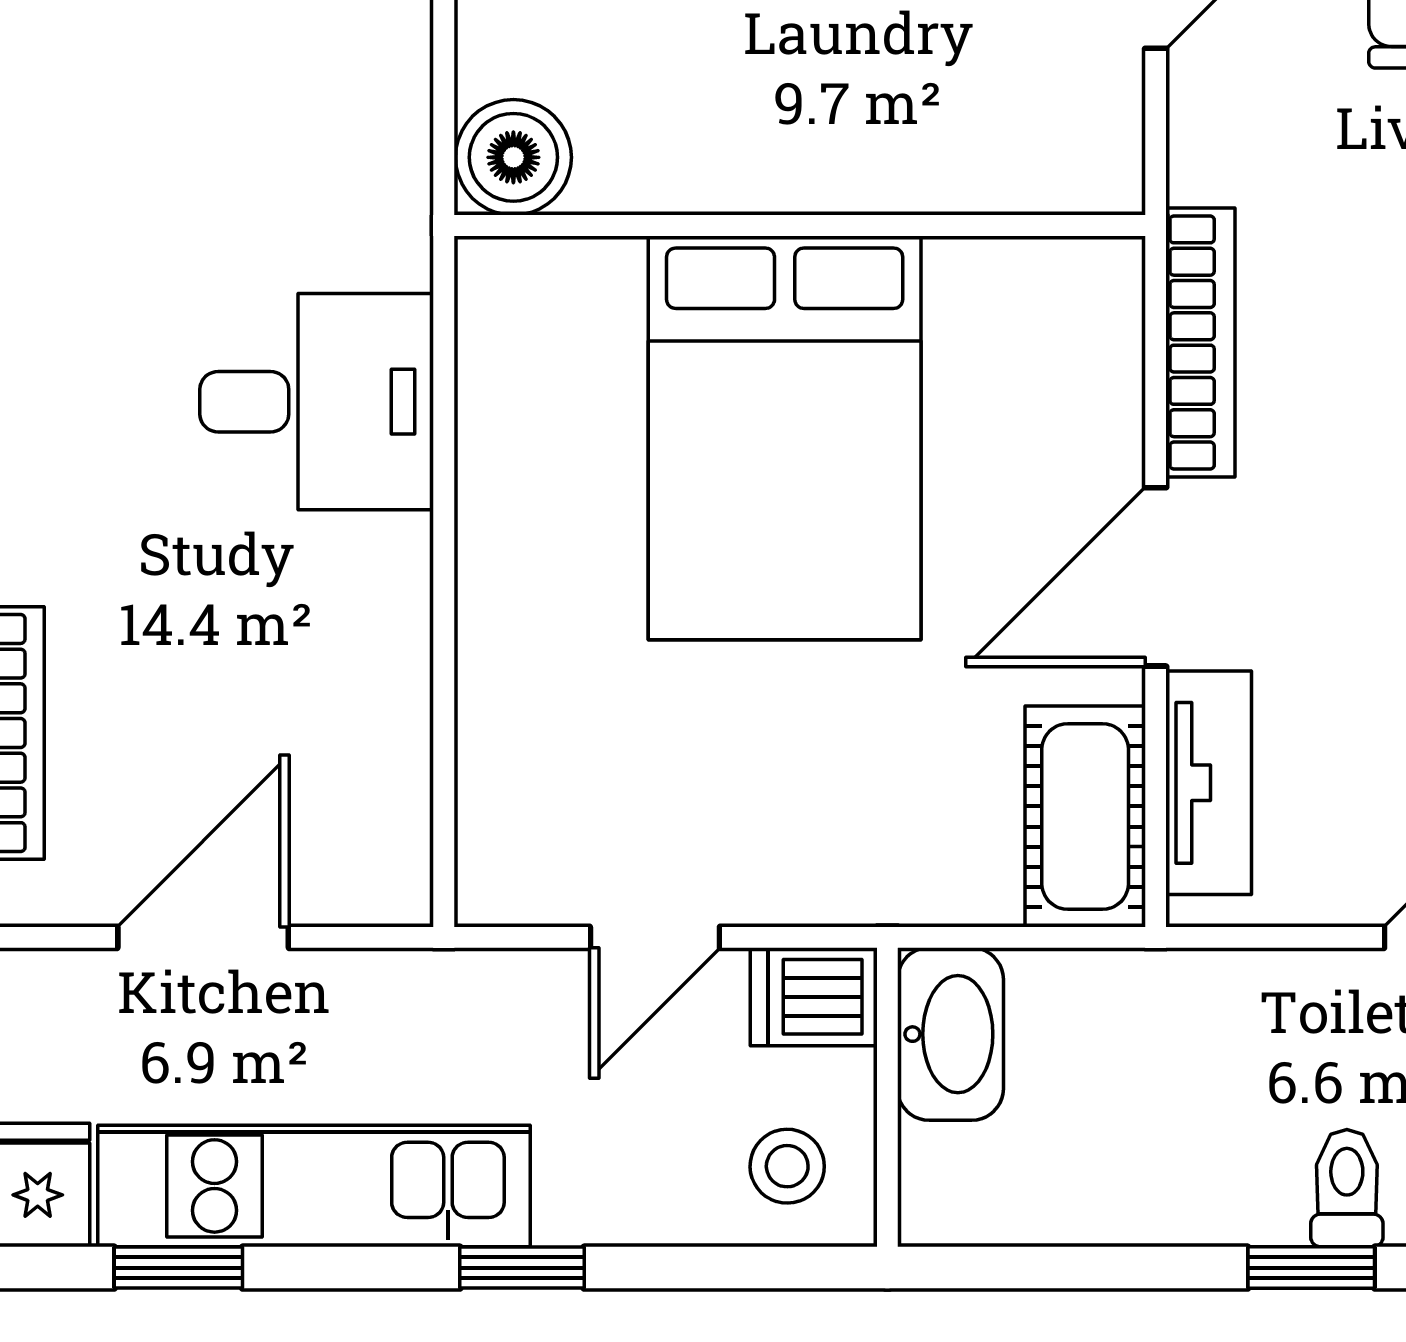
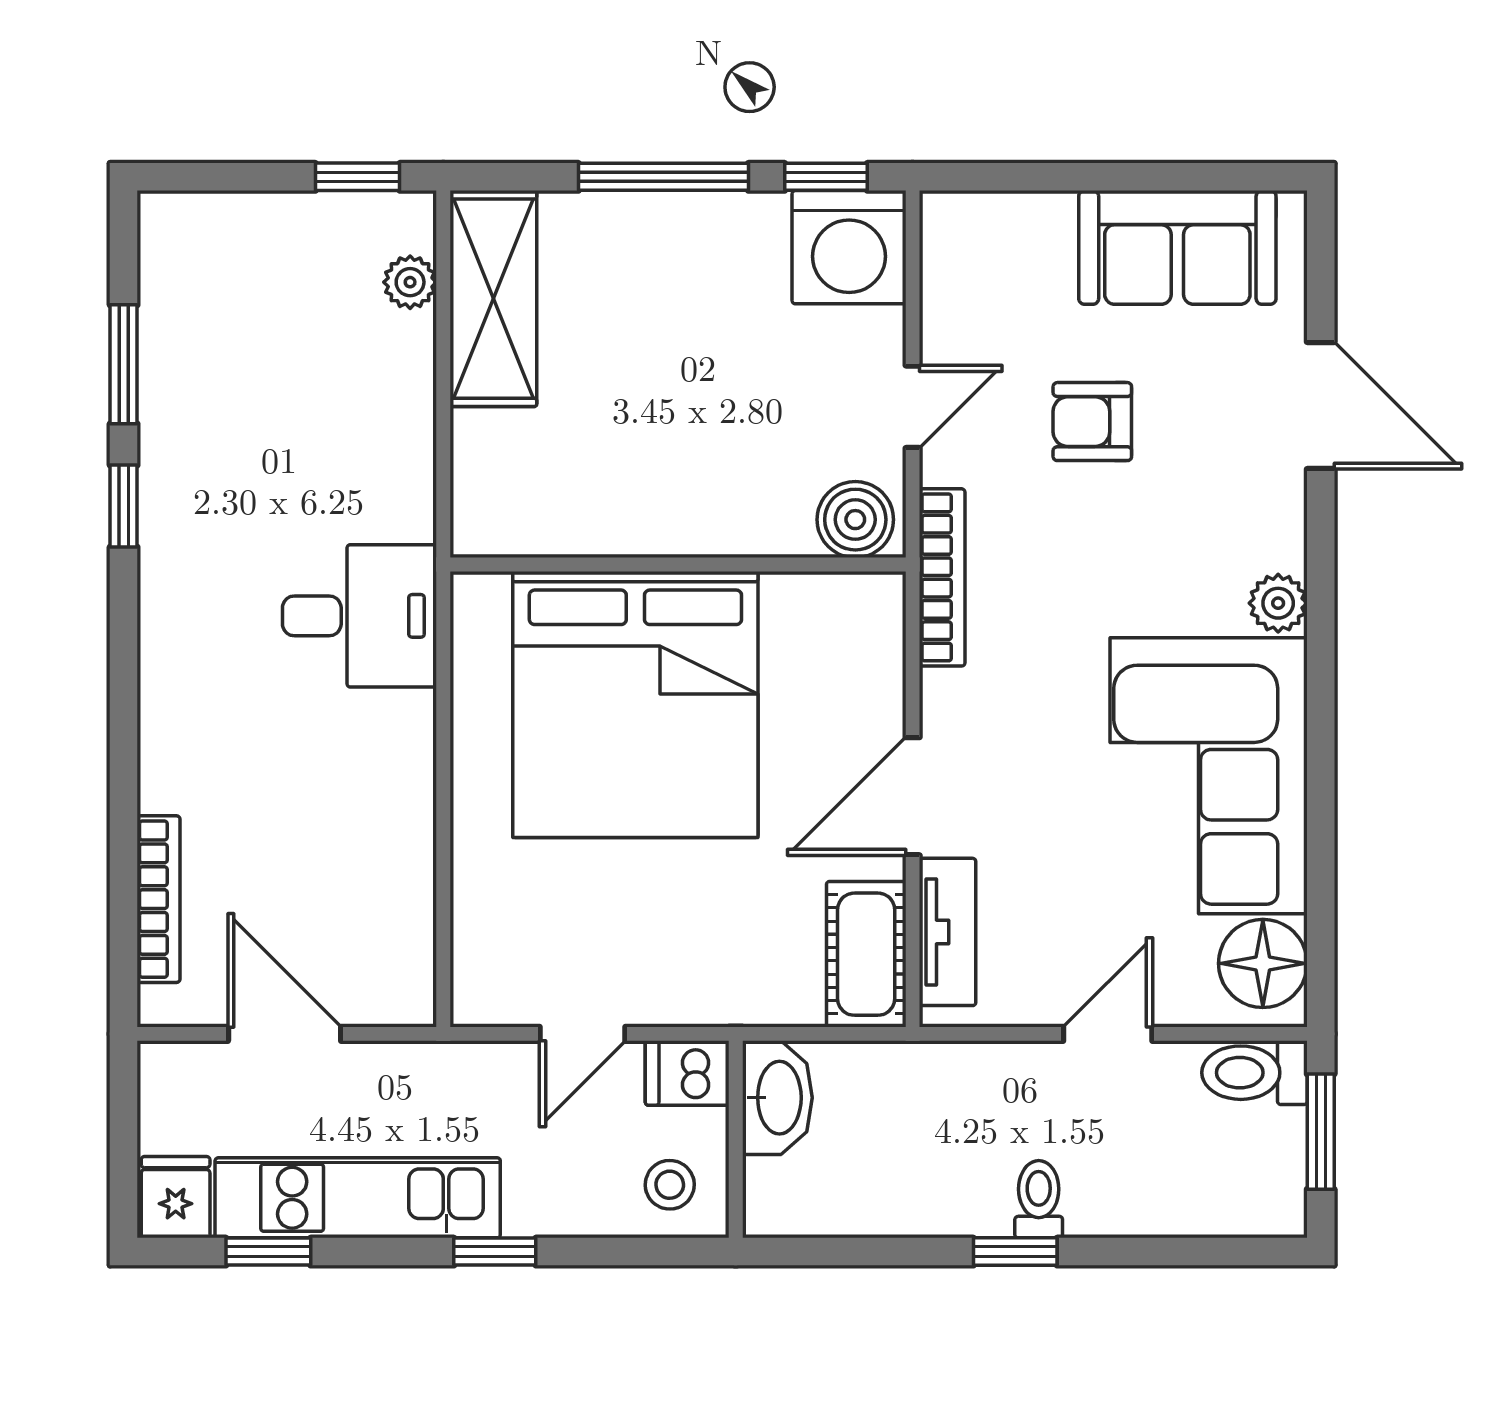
boiler: (513, 157) -> (855, 520), moved
bookcase: (1200, 342) -> (942, 577), moved
desk: (317, 402) -> (360, 616), moved
bed: (785, 438) -> (635, 705), width x1.36
door: (203, 937) -> (285, 1034), hinge flipped

